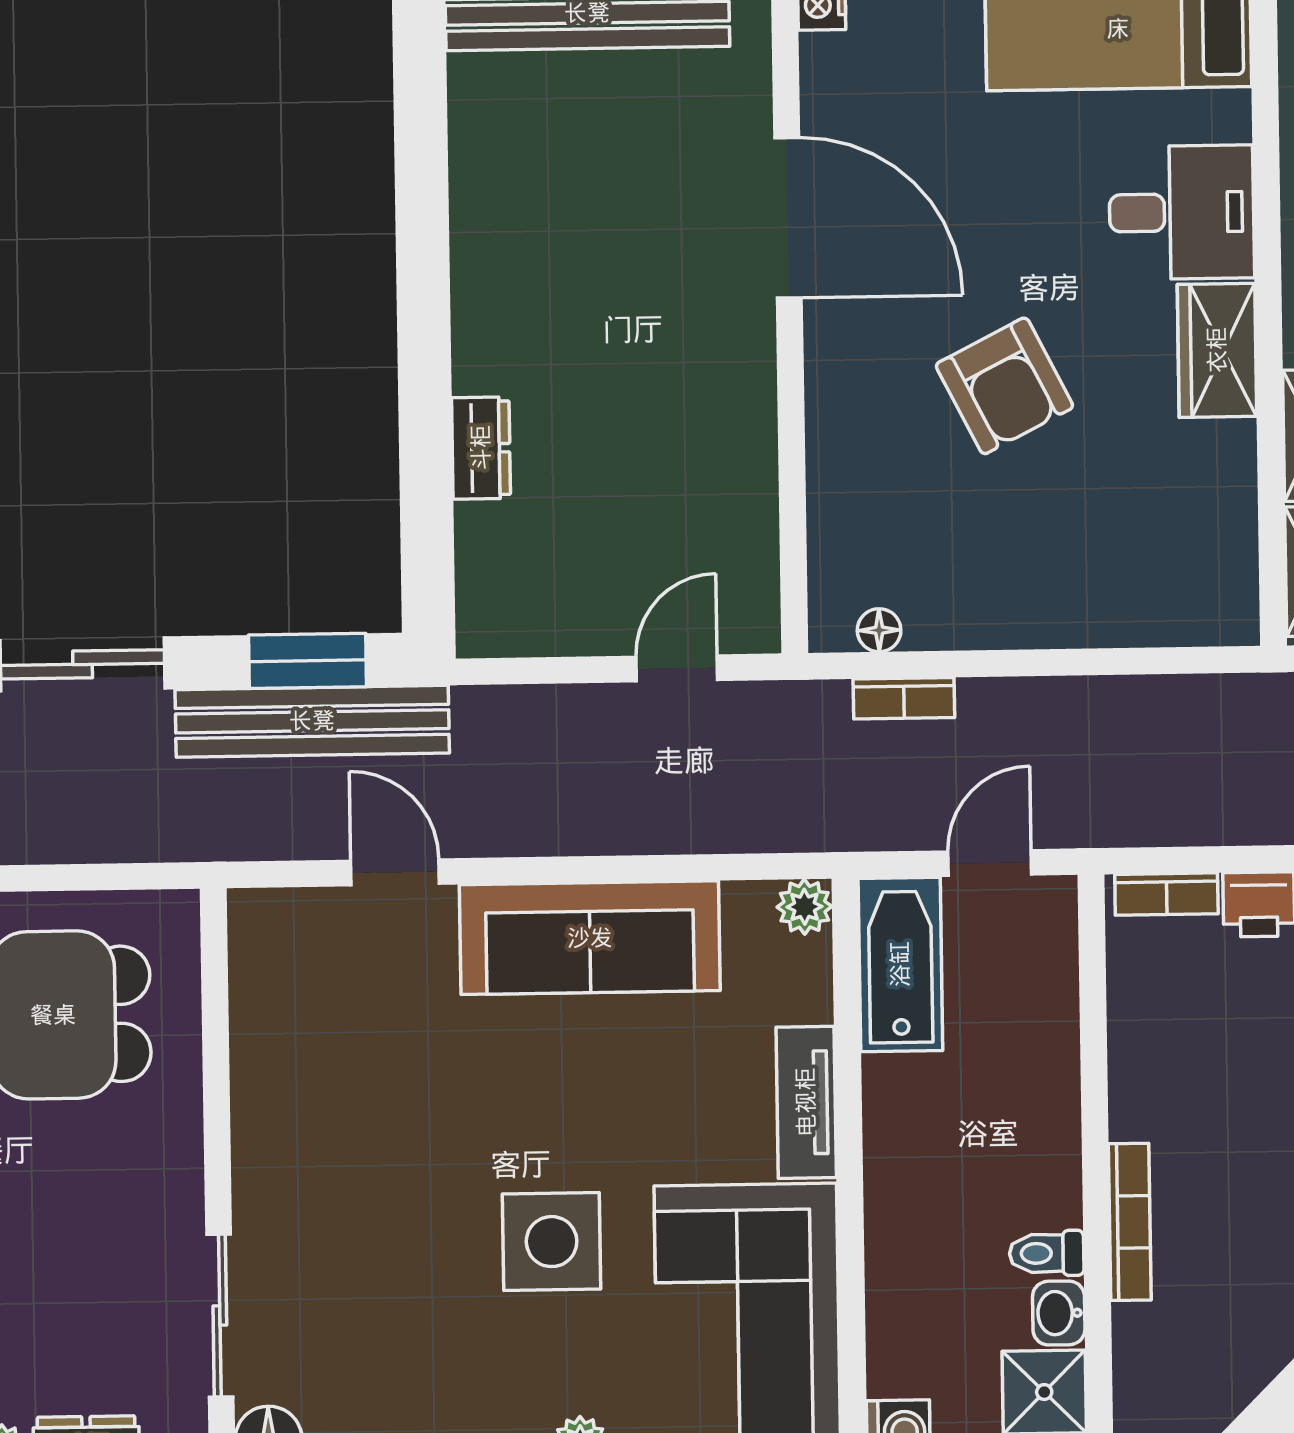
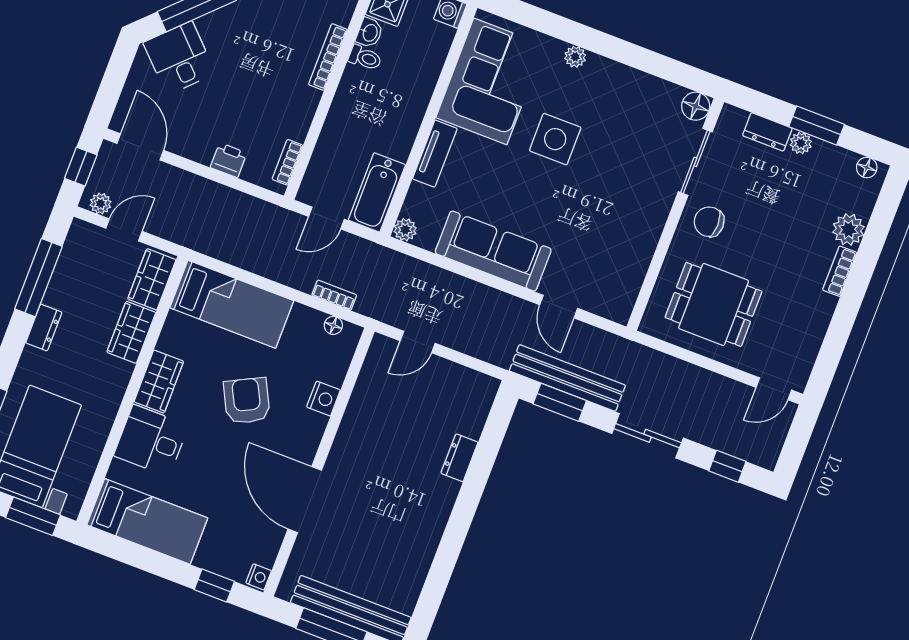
nightstand: (836, 459) -> (323, 399), added
bed: (1124, 587) -> (232, 304), added
bookcase: (1166, 894) -> (287, 162), moved, turned -90
chair: (136, 1195) -> (709, 222), added

